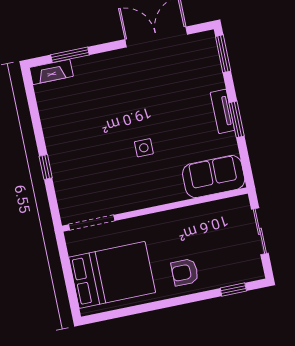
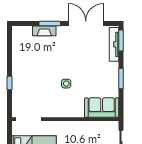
window: (70, 55) -> (50, 23), moved
fireplace: (51, 72) -> (44, 31), moved
tv unit: (222, 111) -> (114, 44), moved, width x1.41

